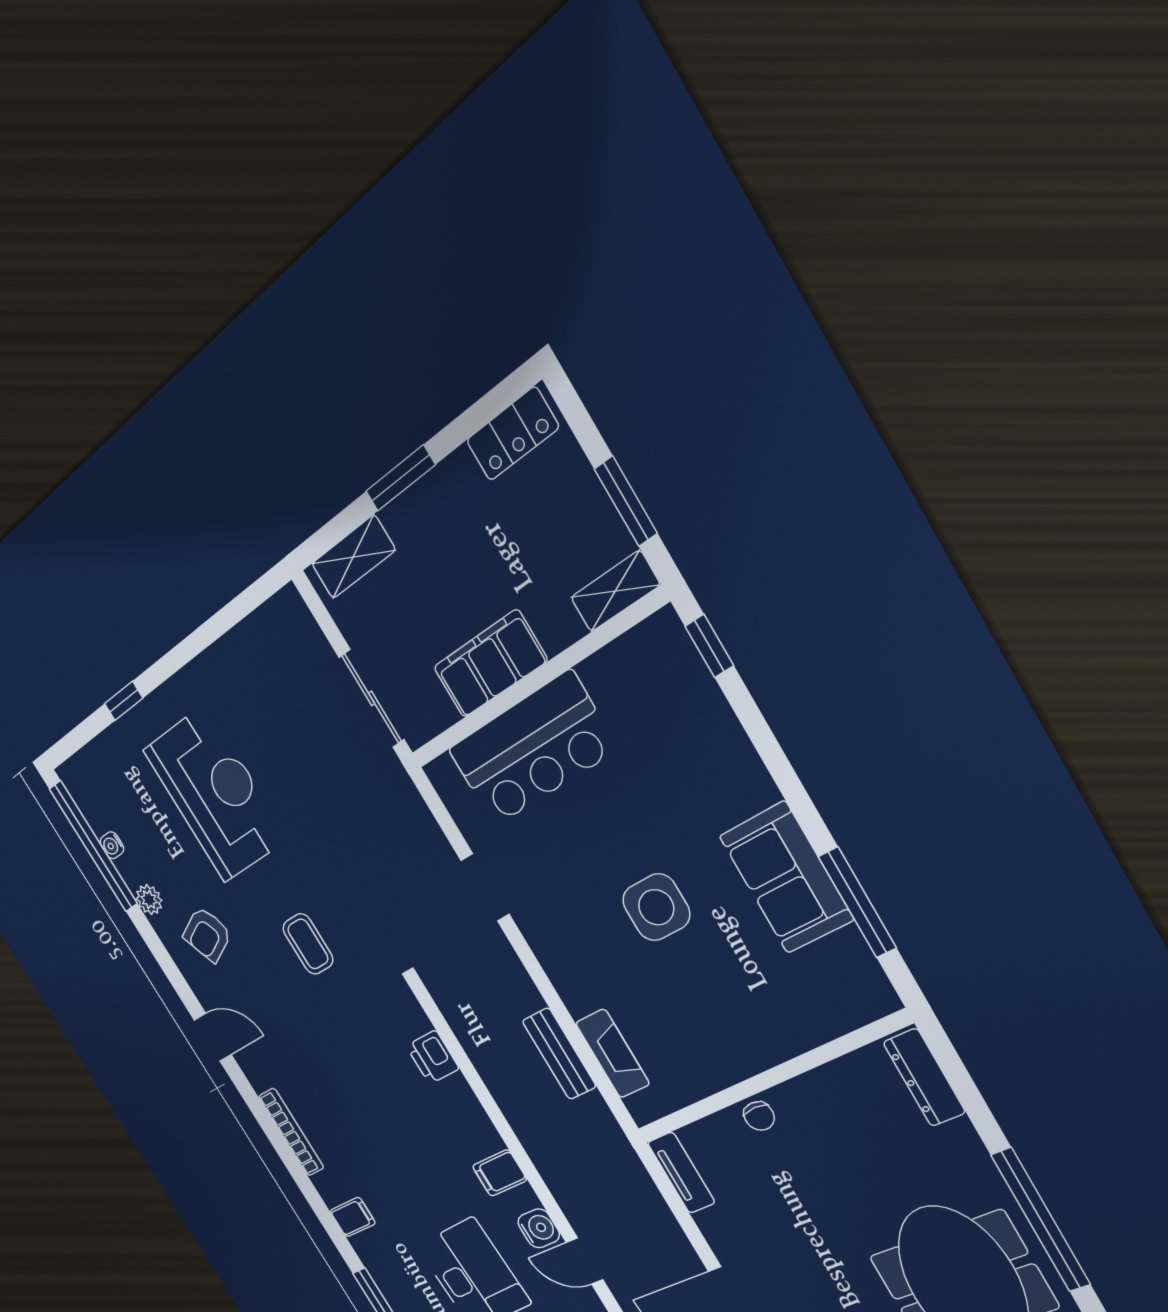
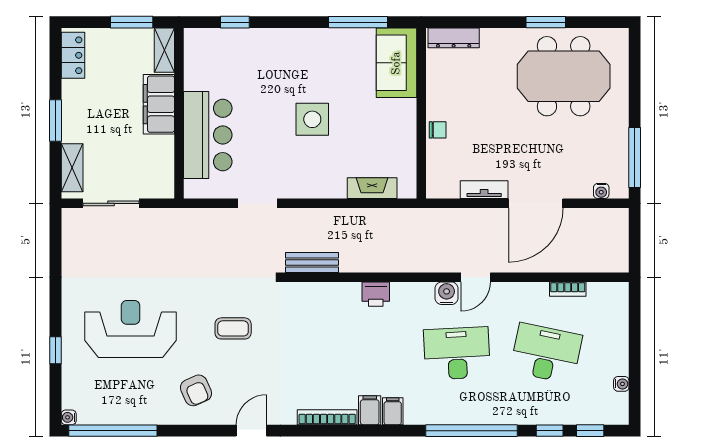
window: (709, 646) -> (235, 22), moved
filing cabinet: (490, 664) -> (159, 104), moved
sliding door: (372, 698) -> (111, 203), moved
water cooler: (112, 845) -> (69, 417), moved, turned 90
sofa: (786, 878) -> (396, 63), moved, turned 90
plant: (149, 900) -> (159, 415), removed
bench: (559, 1054) -> (312, 262), moved
printer: (433, 1057) -> (376, 294), moved
filing cabinet: (500, 1173) -> (370, 410), moved, turned 180
tv unit: (681, 1173) -> (484, 190), moved
window: (1041, 1220) -> (546, 22), width x0.47

